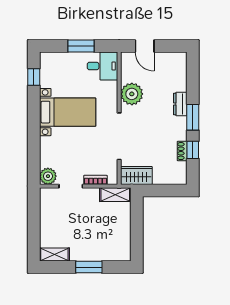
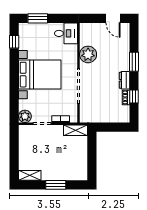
window: (81, 46) -> (38, 18), moved
door: (145, 46) -> (113, 18), moved
dresser: (180, 104) -> (125, 80), moved
bed with nightstands: (68, 112) -> (40, 75), width x1.36
window: (193, 117) -> (134, 62), moved
wardrobe: (136, 175) -> (91, 116), removed

